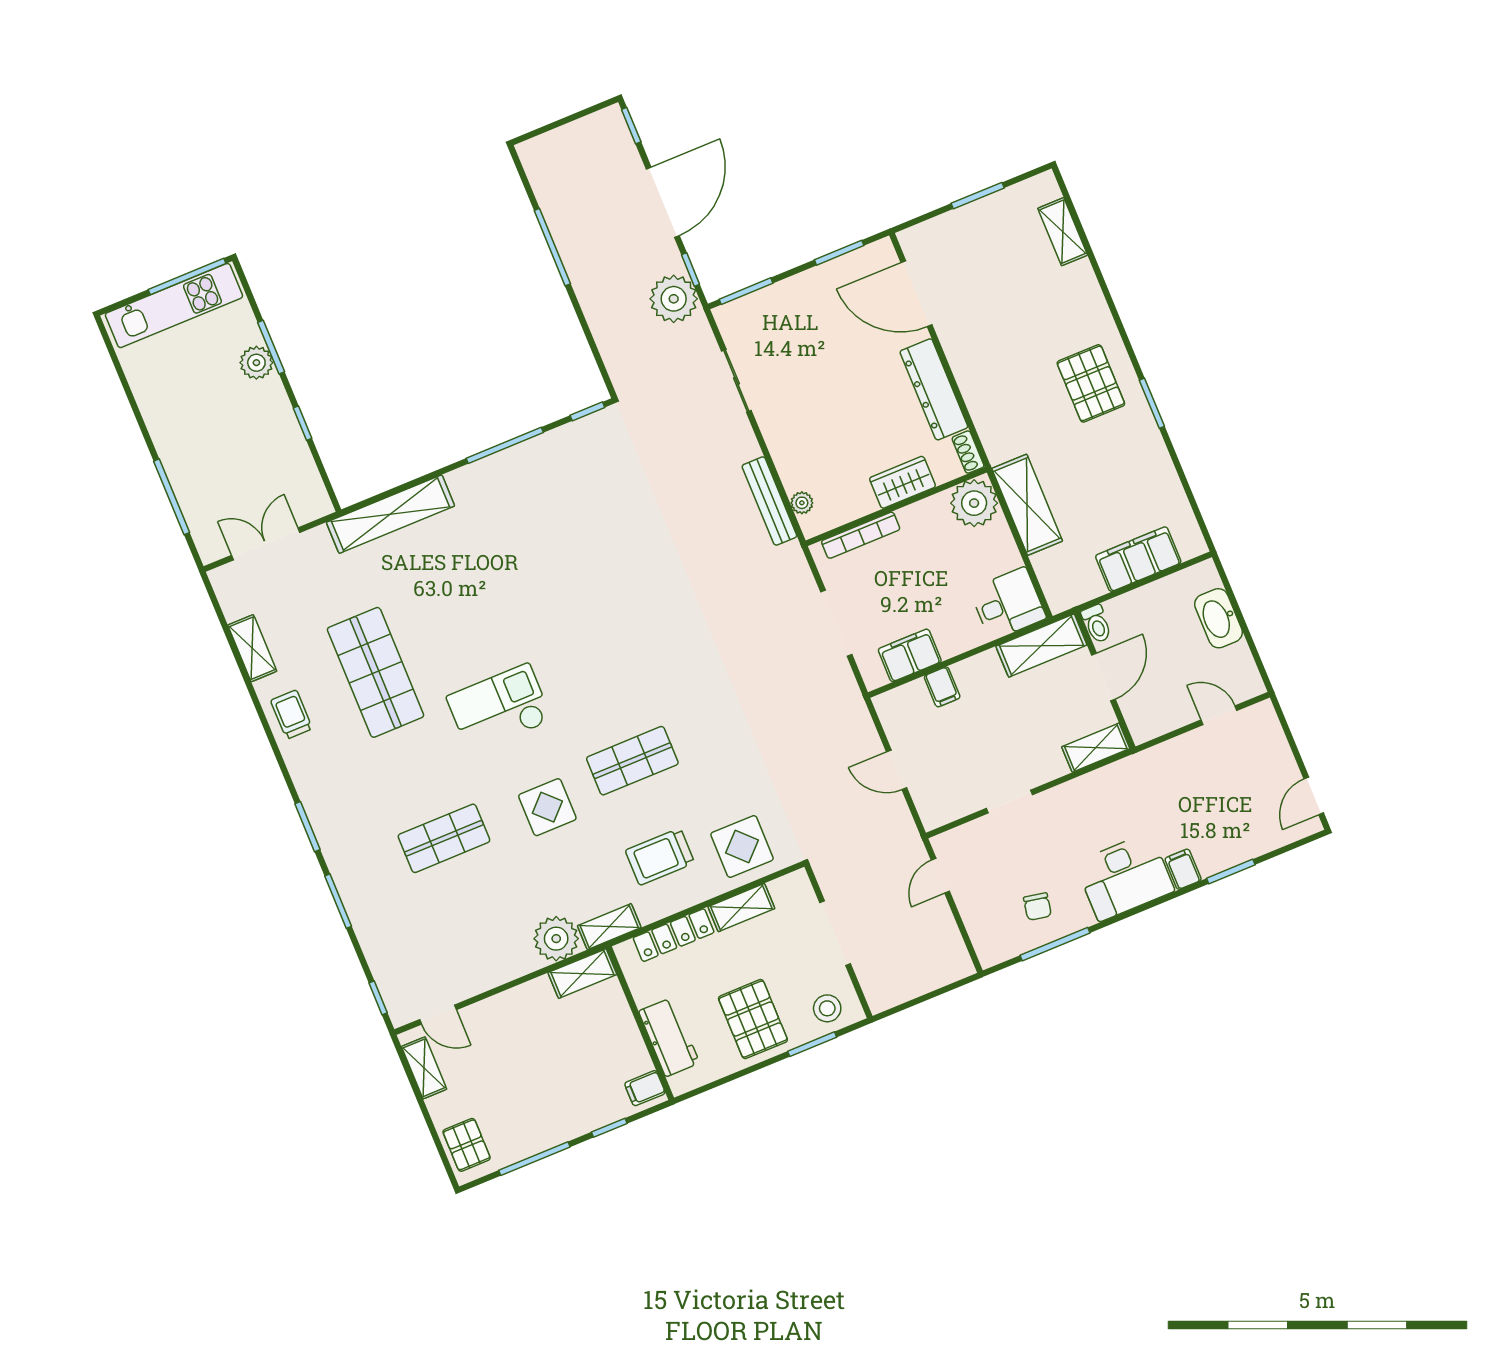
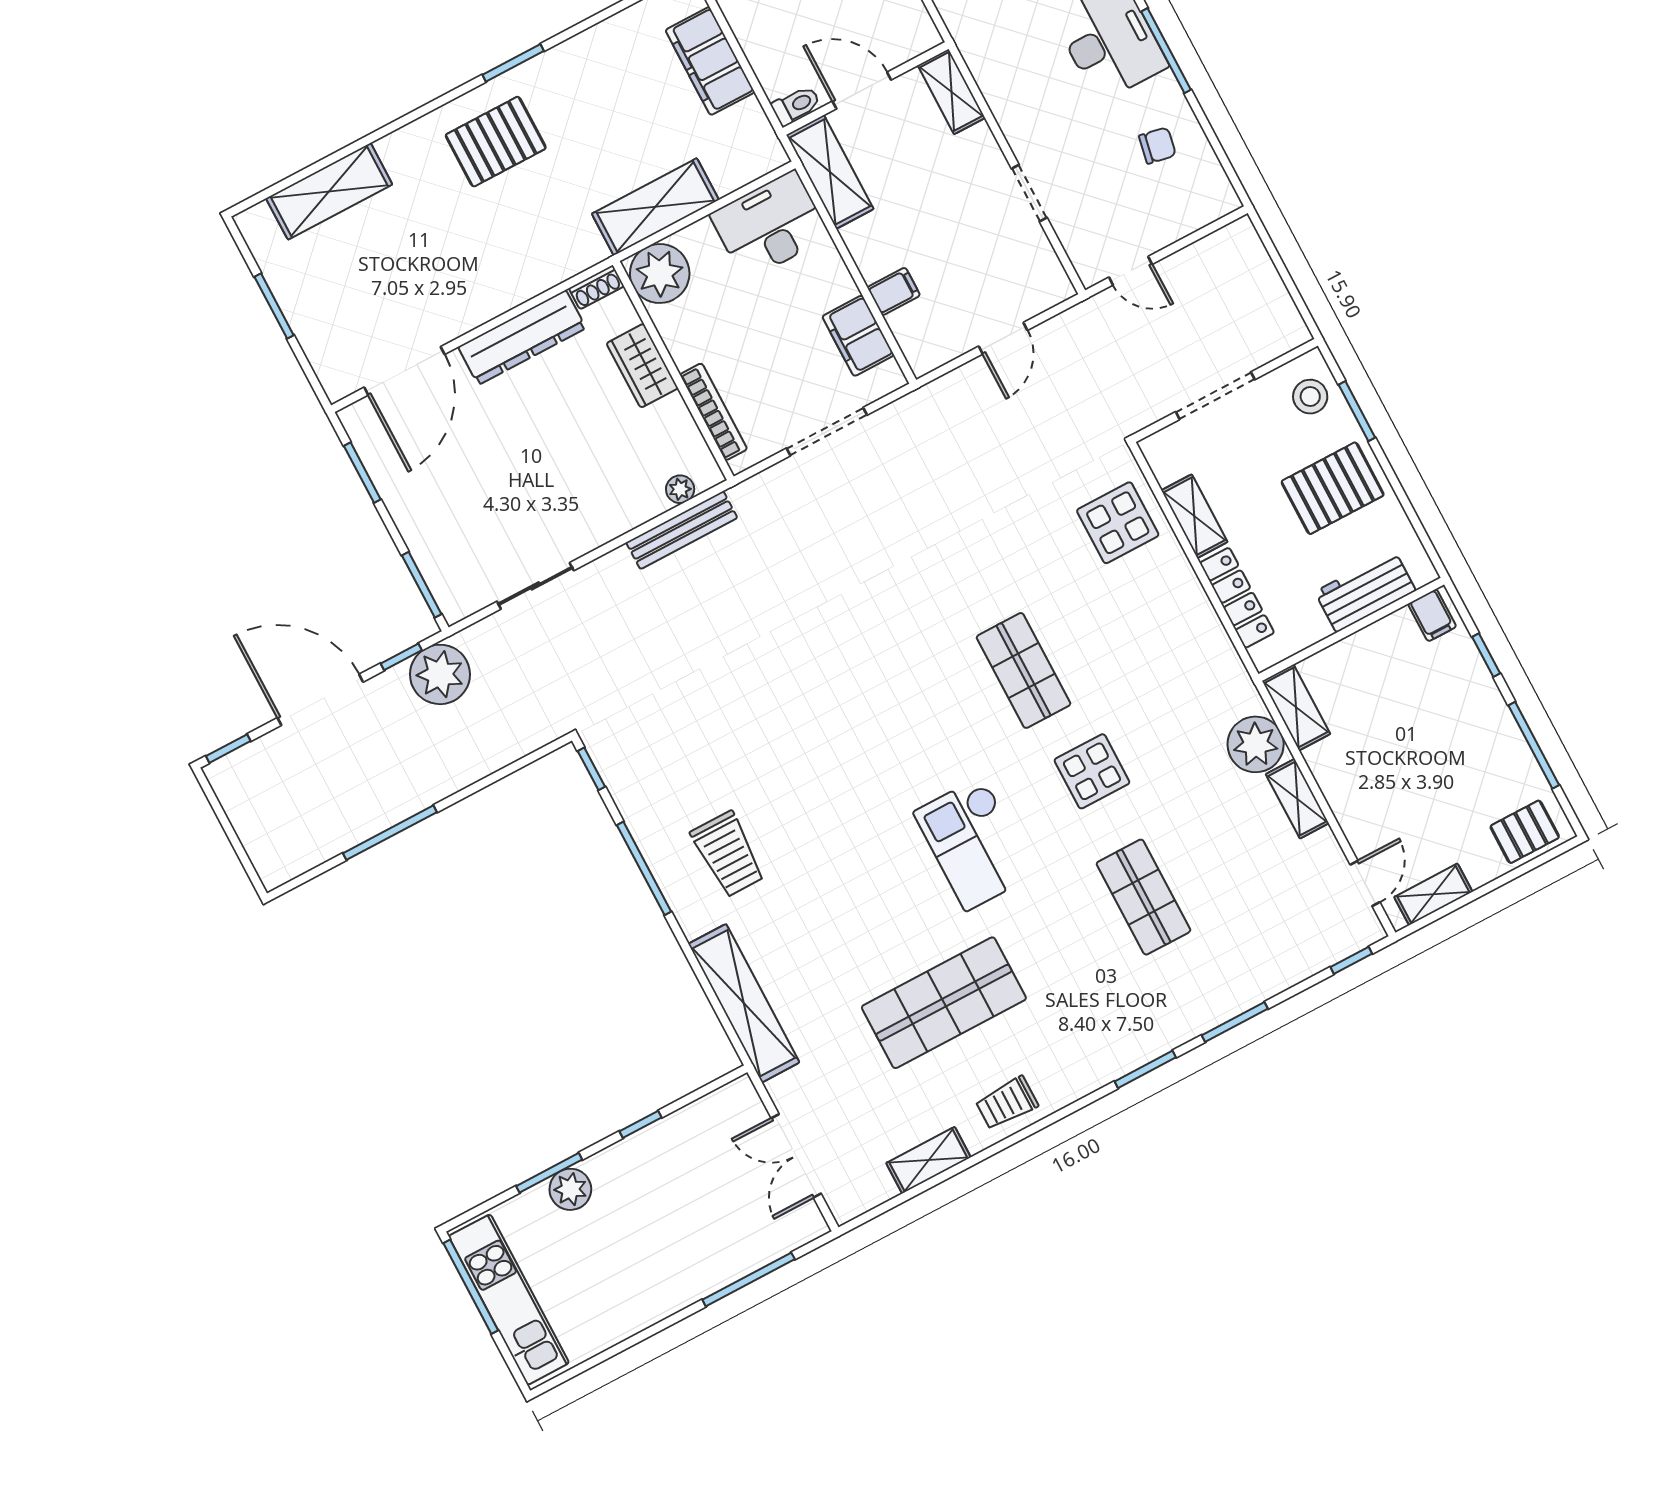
shelving: (1063, 232) -> (329, 191), width x1.50, depth x1.33
desk: (1008, 604) -> (770, 225), width x1.37
trolley: (660, 857) -> (728, 854), moved
shelving: (609, 927) -> (1297, 799), moved
window: (1055, 944) -> (1166, 51), moved

